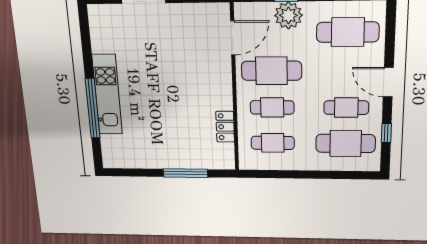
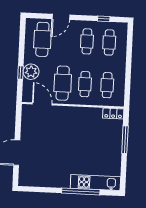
door: (388, 82) -> (61, 17), moved
kitchen unit: (107, 94) -> (95, 182), moved
locker: (225, 127) -> (113, 114), moved
cafe table: (346, 143) -> (109, 42), width x0.73, depth x0.74

